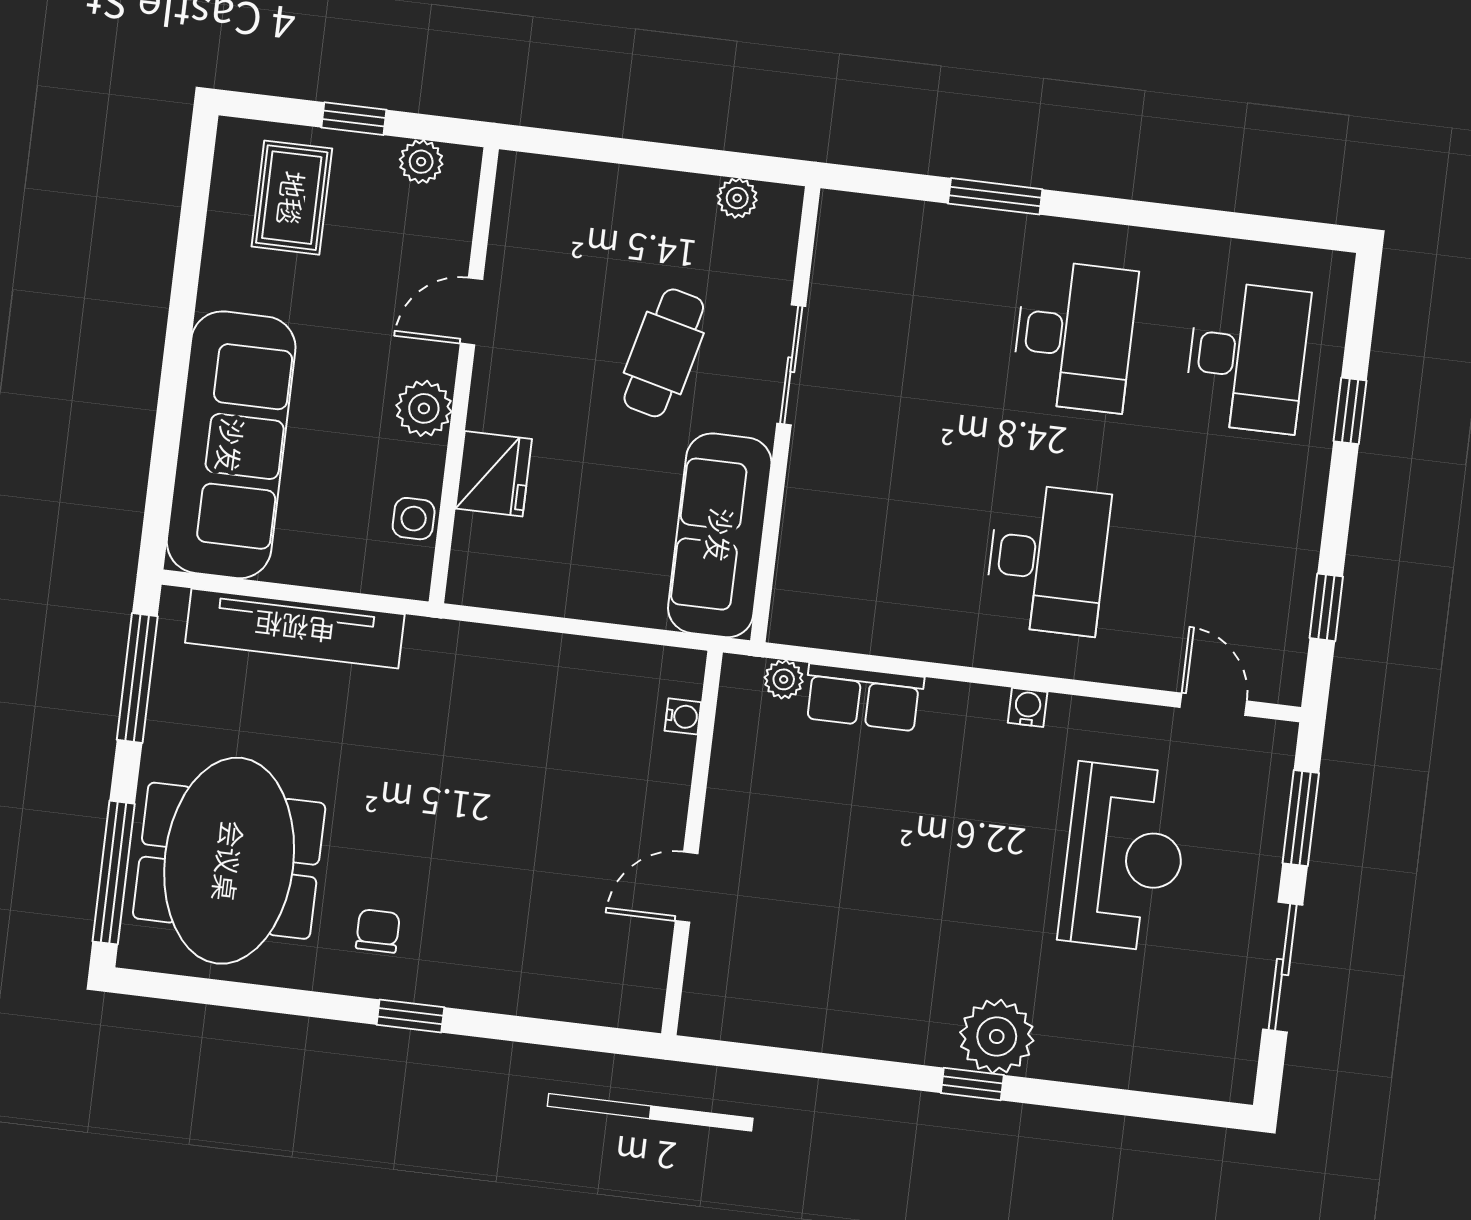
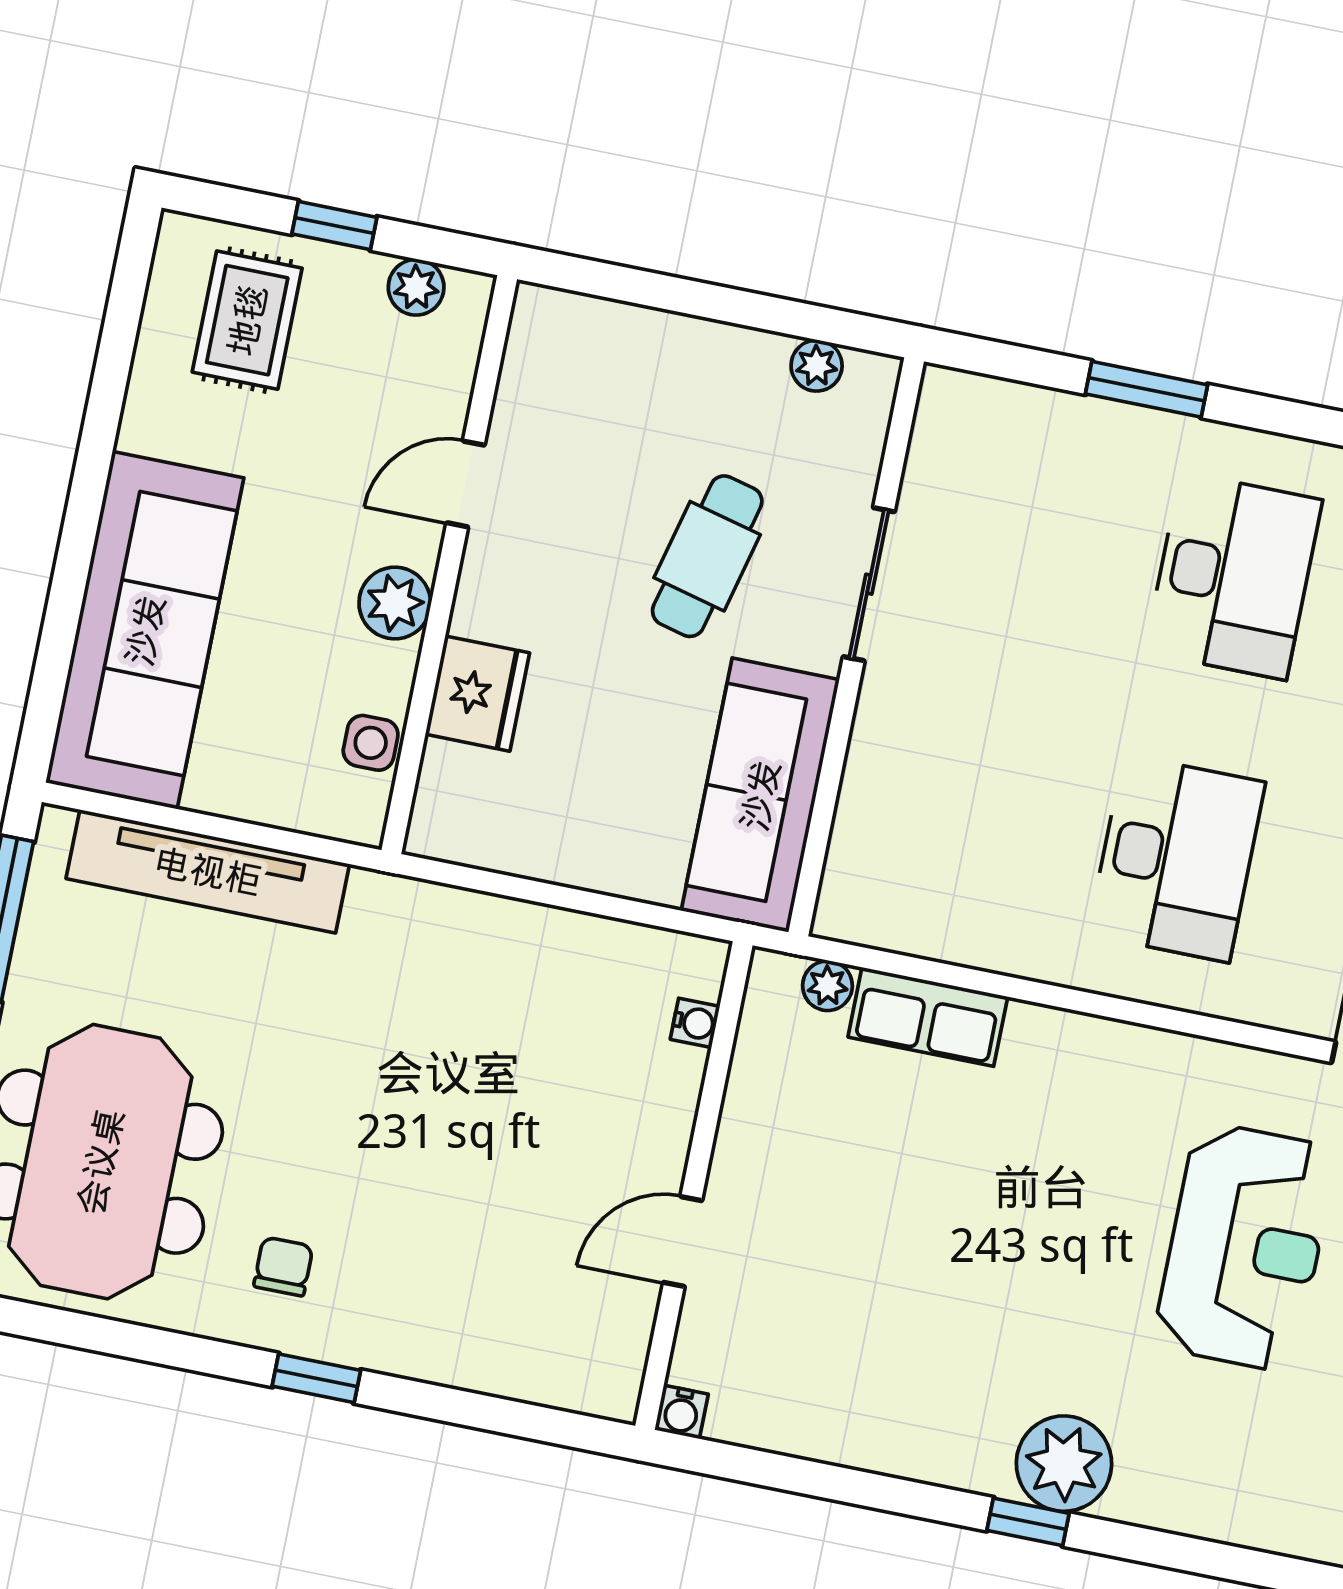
water cooler: (1028, 707) -> (681, 1412), moved, turned 180

